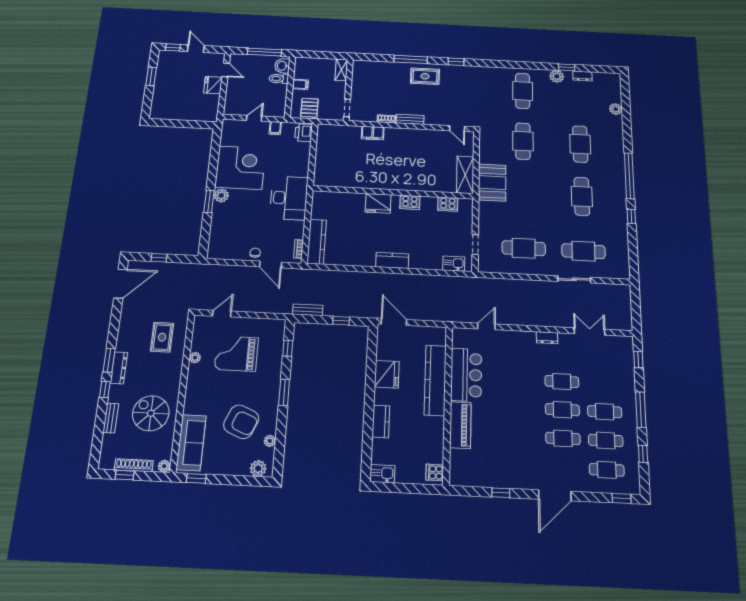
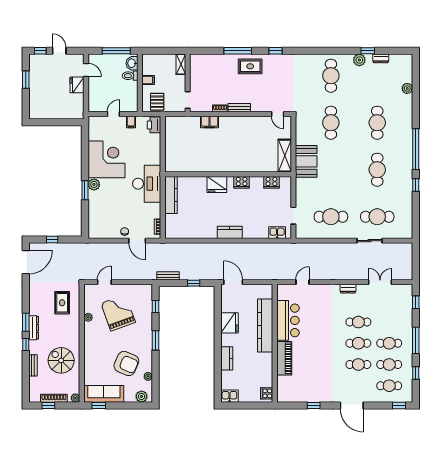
kitchen counter: (317, 242) -> (171, 195), moved
grand piano: (236, 354) -> (118, 313), turned 70
sofa: (191, 443) -> (104, 394), moved, turned -90
door: (555, 495) -> (352, 405), hinge flipped

